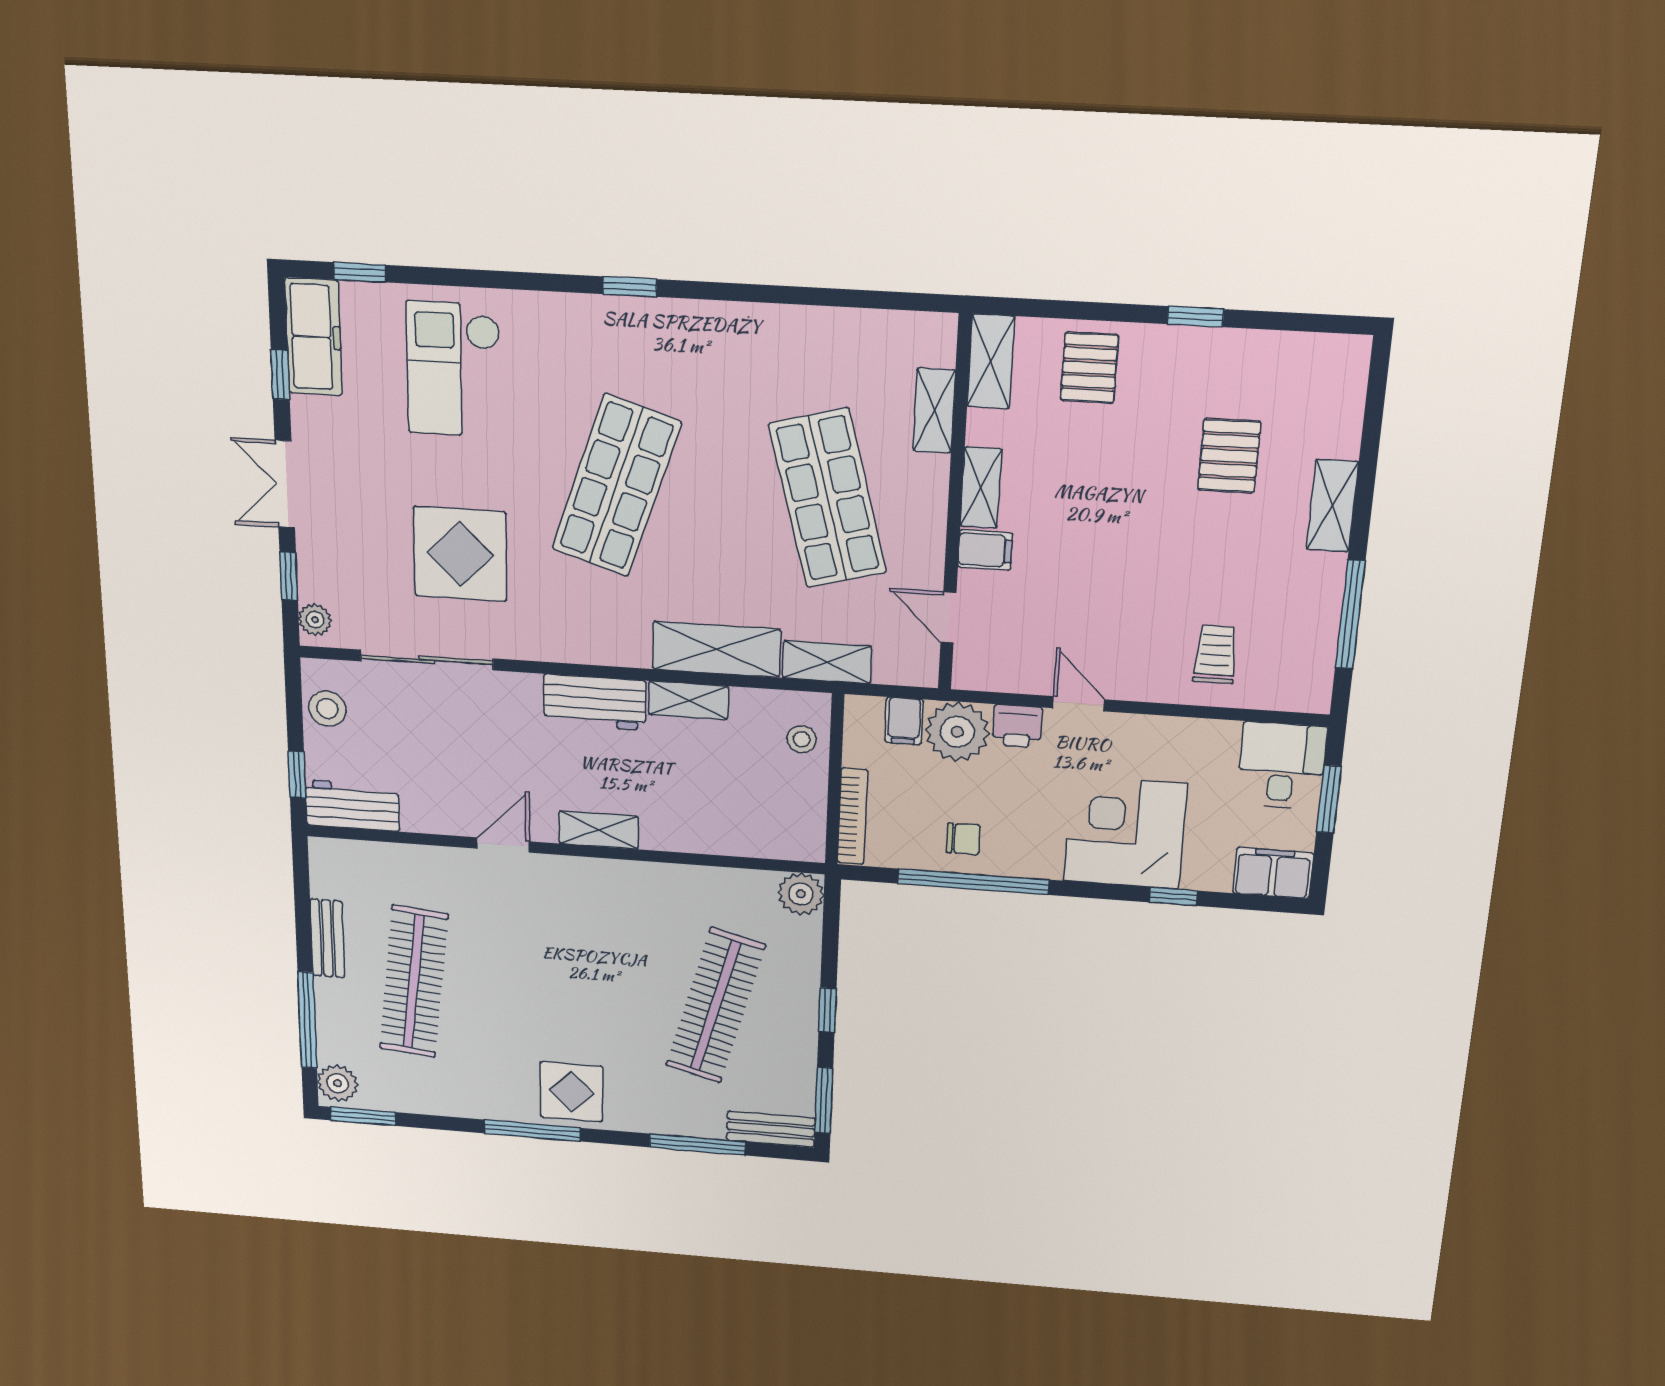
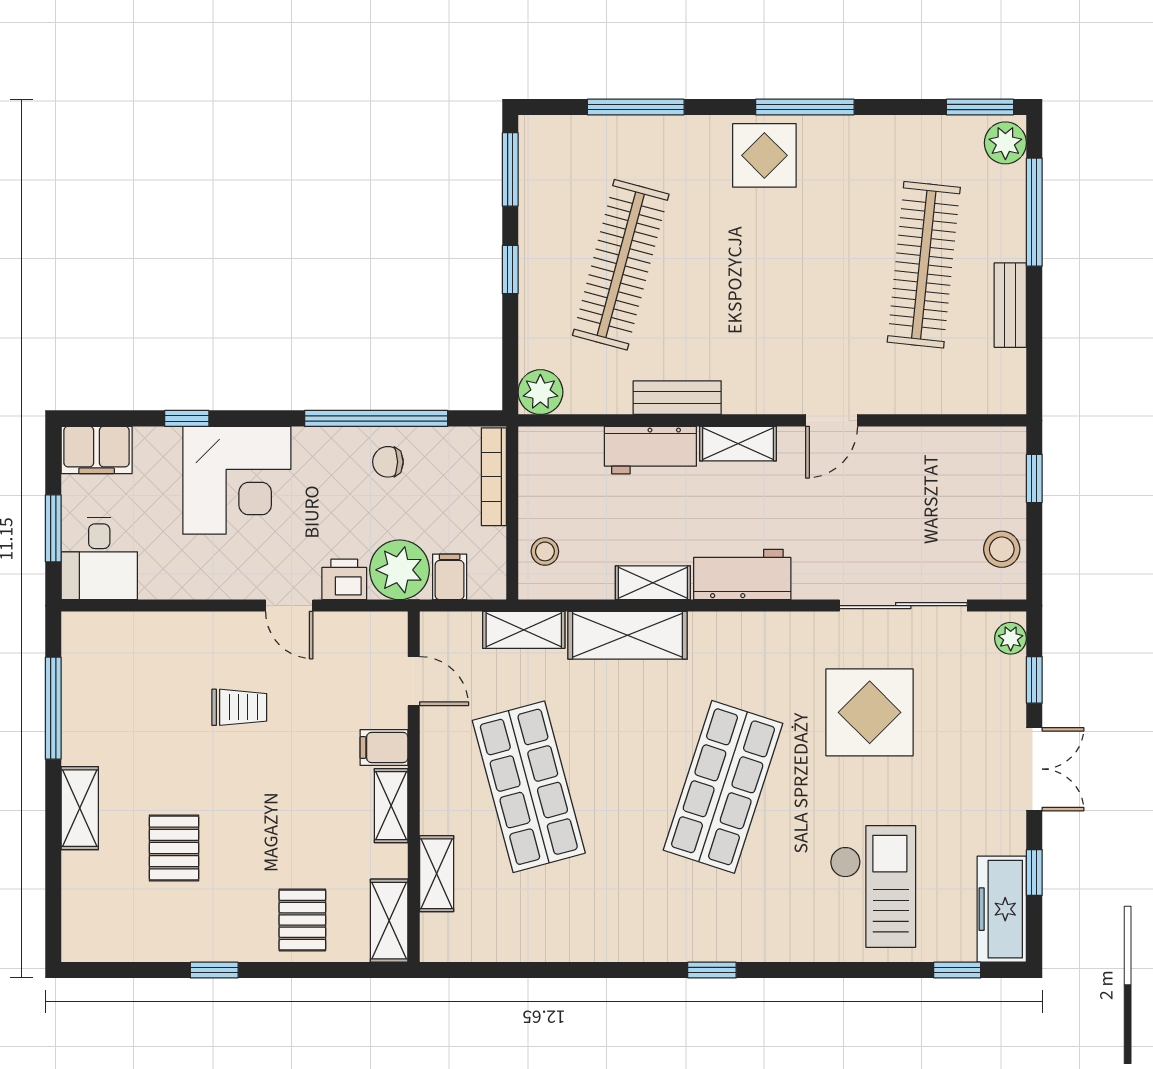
trolley: (1215, 654) -> (239, 707), moved, turned -90
workbench: (352, 806) -> (650, 450), moved
bench: (771, 1129) -> (677, 398), moved

